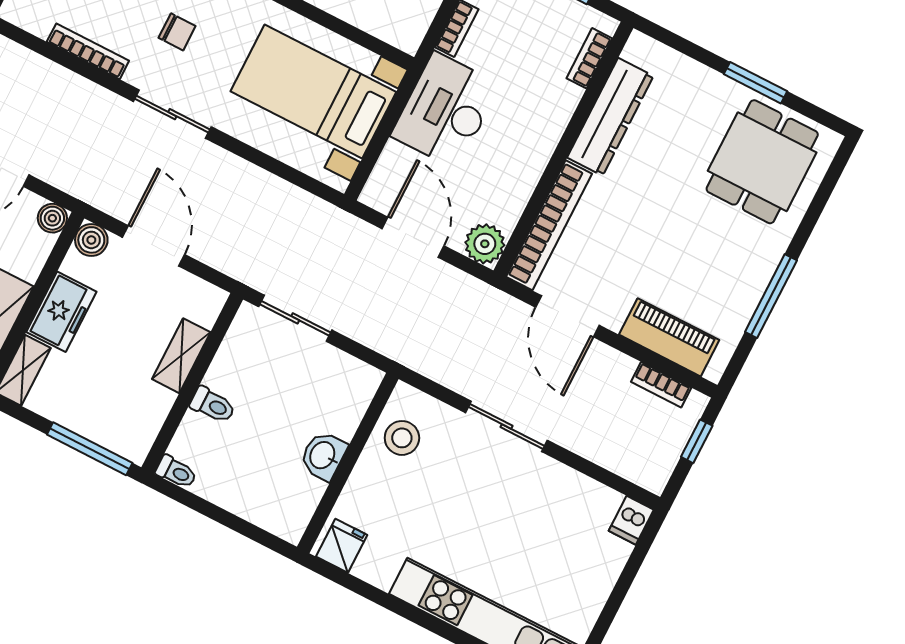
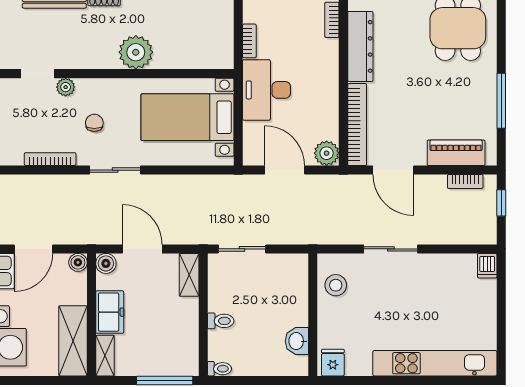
chair: (177, 32) -> (94, 123), turned -90
shelving: (181, 356) -> (189, 275), moved
washbasin: (323, 456) -> (297, 341), moved

